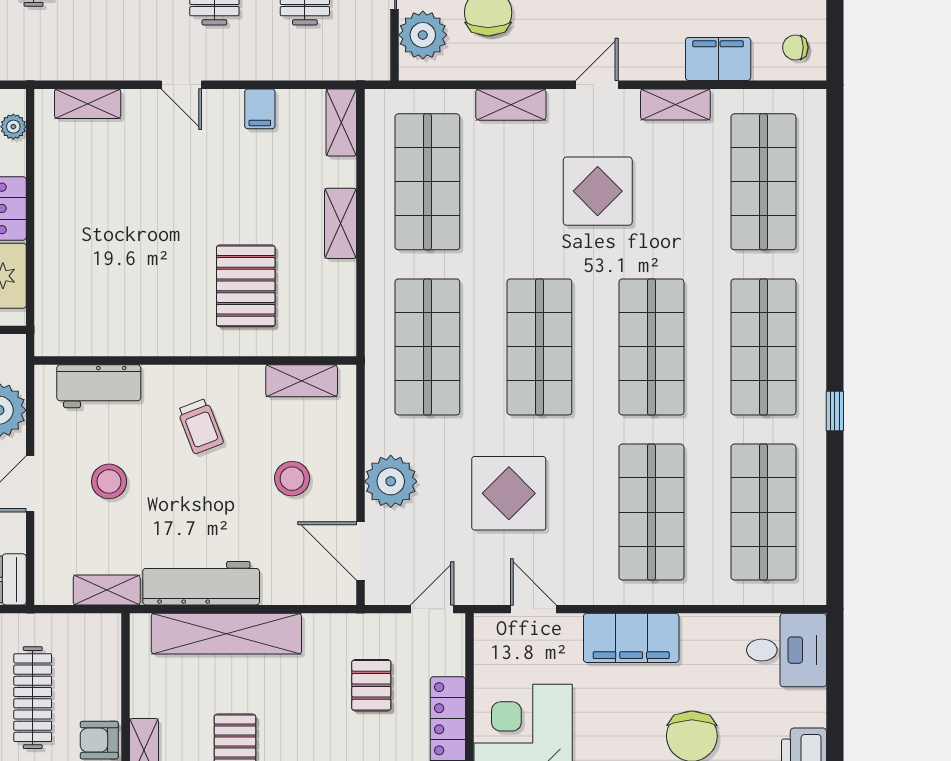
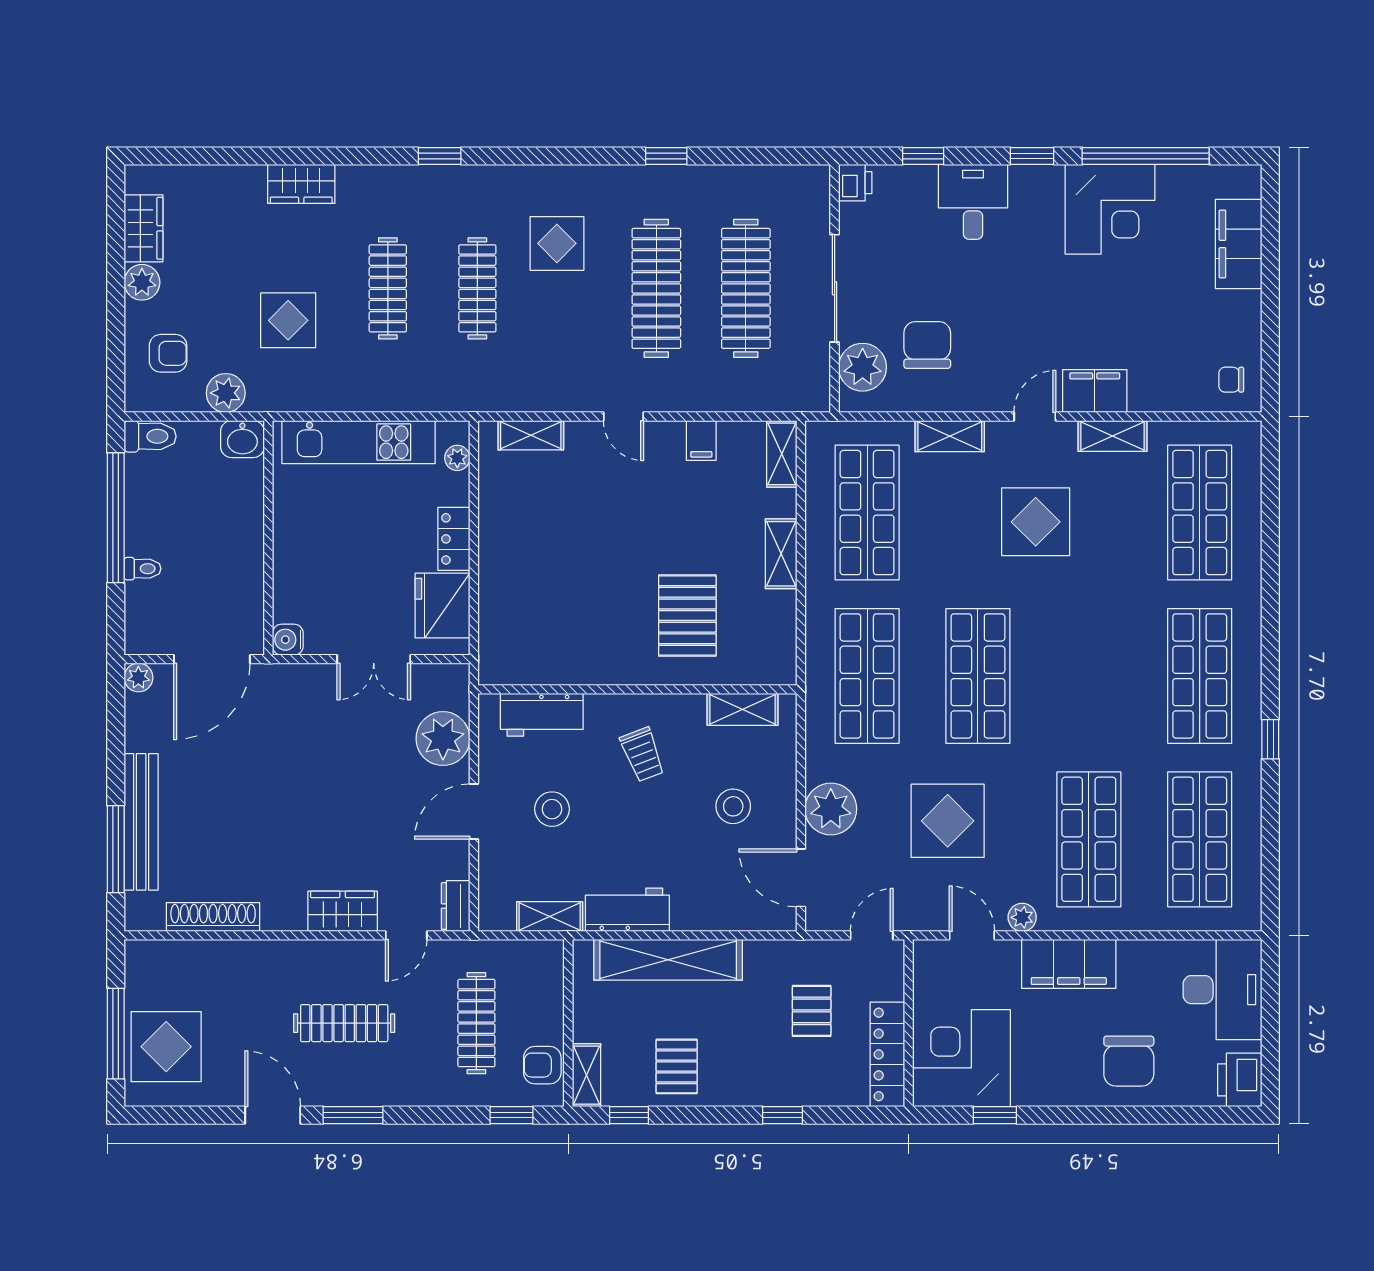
filing cabinet: (718, 59) -> (1095, 391), moved
shop shelf: (651, 347) -> (1089, 676), removed
workbench: (201, 583) -> (627, 910), width x0.73
plant: (584, 591) -> (1022, 917), added
desk: (787, 650) -> (1222, 990), width x1.37

